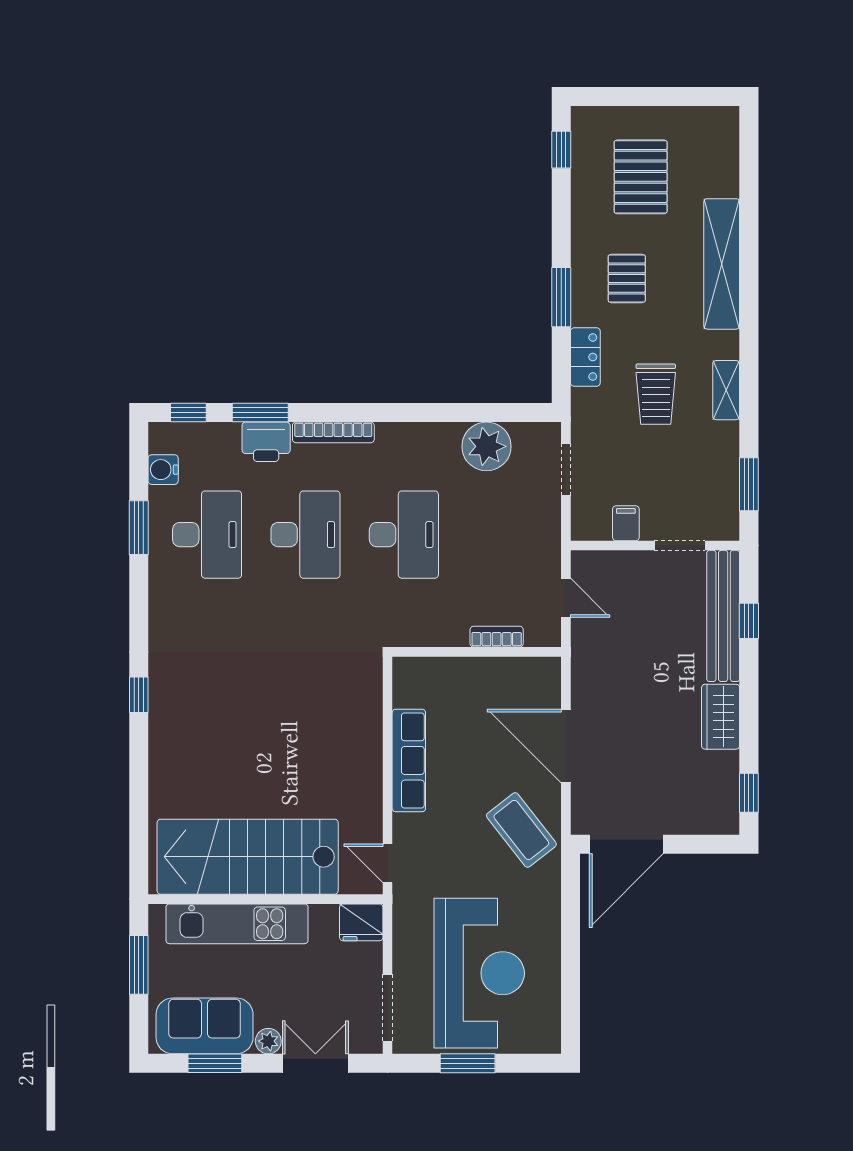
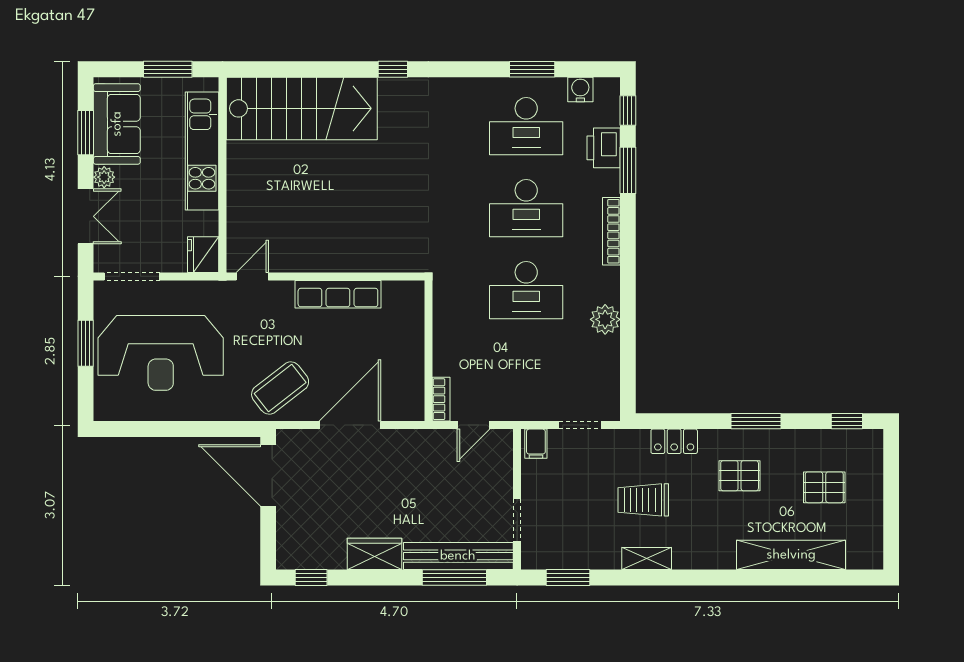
pallet: (641, 177) -> (824, 487), width x0.67, depth x0.71
shelving: (722, 264) -> (791, 555), moved
window: (561, 297) -> (756, 421), moved
printer: (266, 442) -> (604, 148), moved
plant: (487, 446) -> (605, 319), moved, width x0.73, depth x0.73
filing cabinet: (626, 523) -> (536, 444), moved, turned 90
window: (749, 621) -> (454, 578), width x2.17
bookcase: (497, 637) -> (441, 399), moved
stairs: (248, 857) -> (302, 108), moved, turned 90

